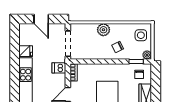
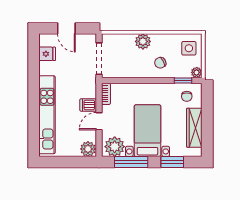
fridge: (26, 51) -> (47, 54), moved
dishwasher: (59, 68) -> (88, 105), moved

